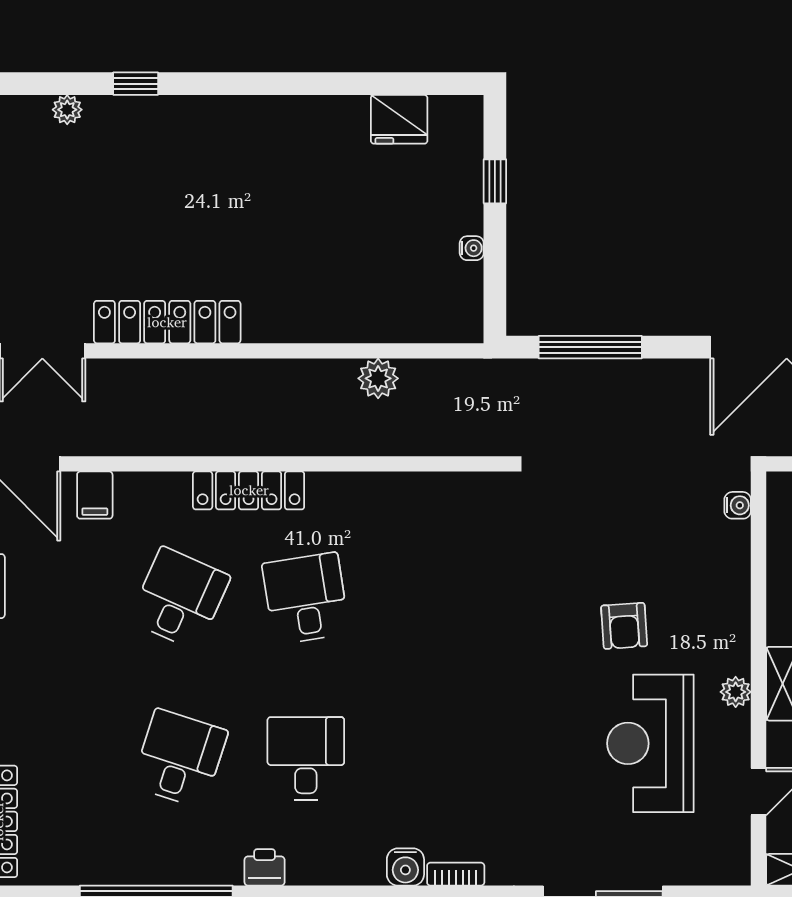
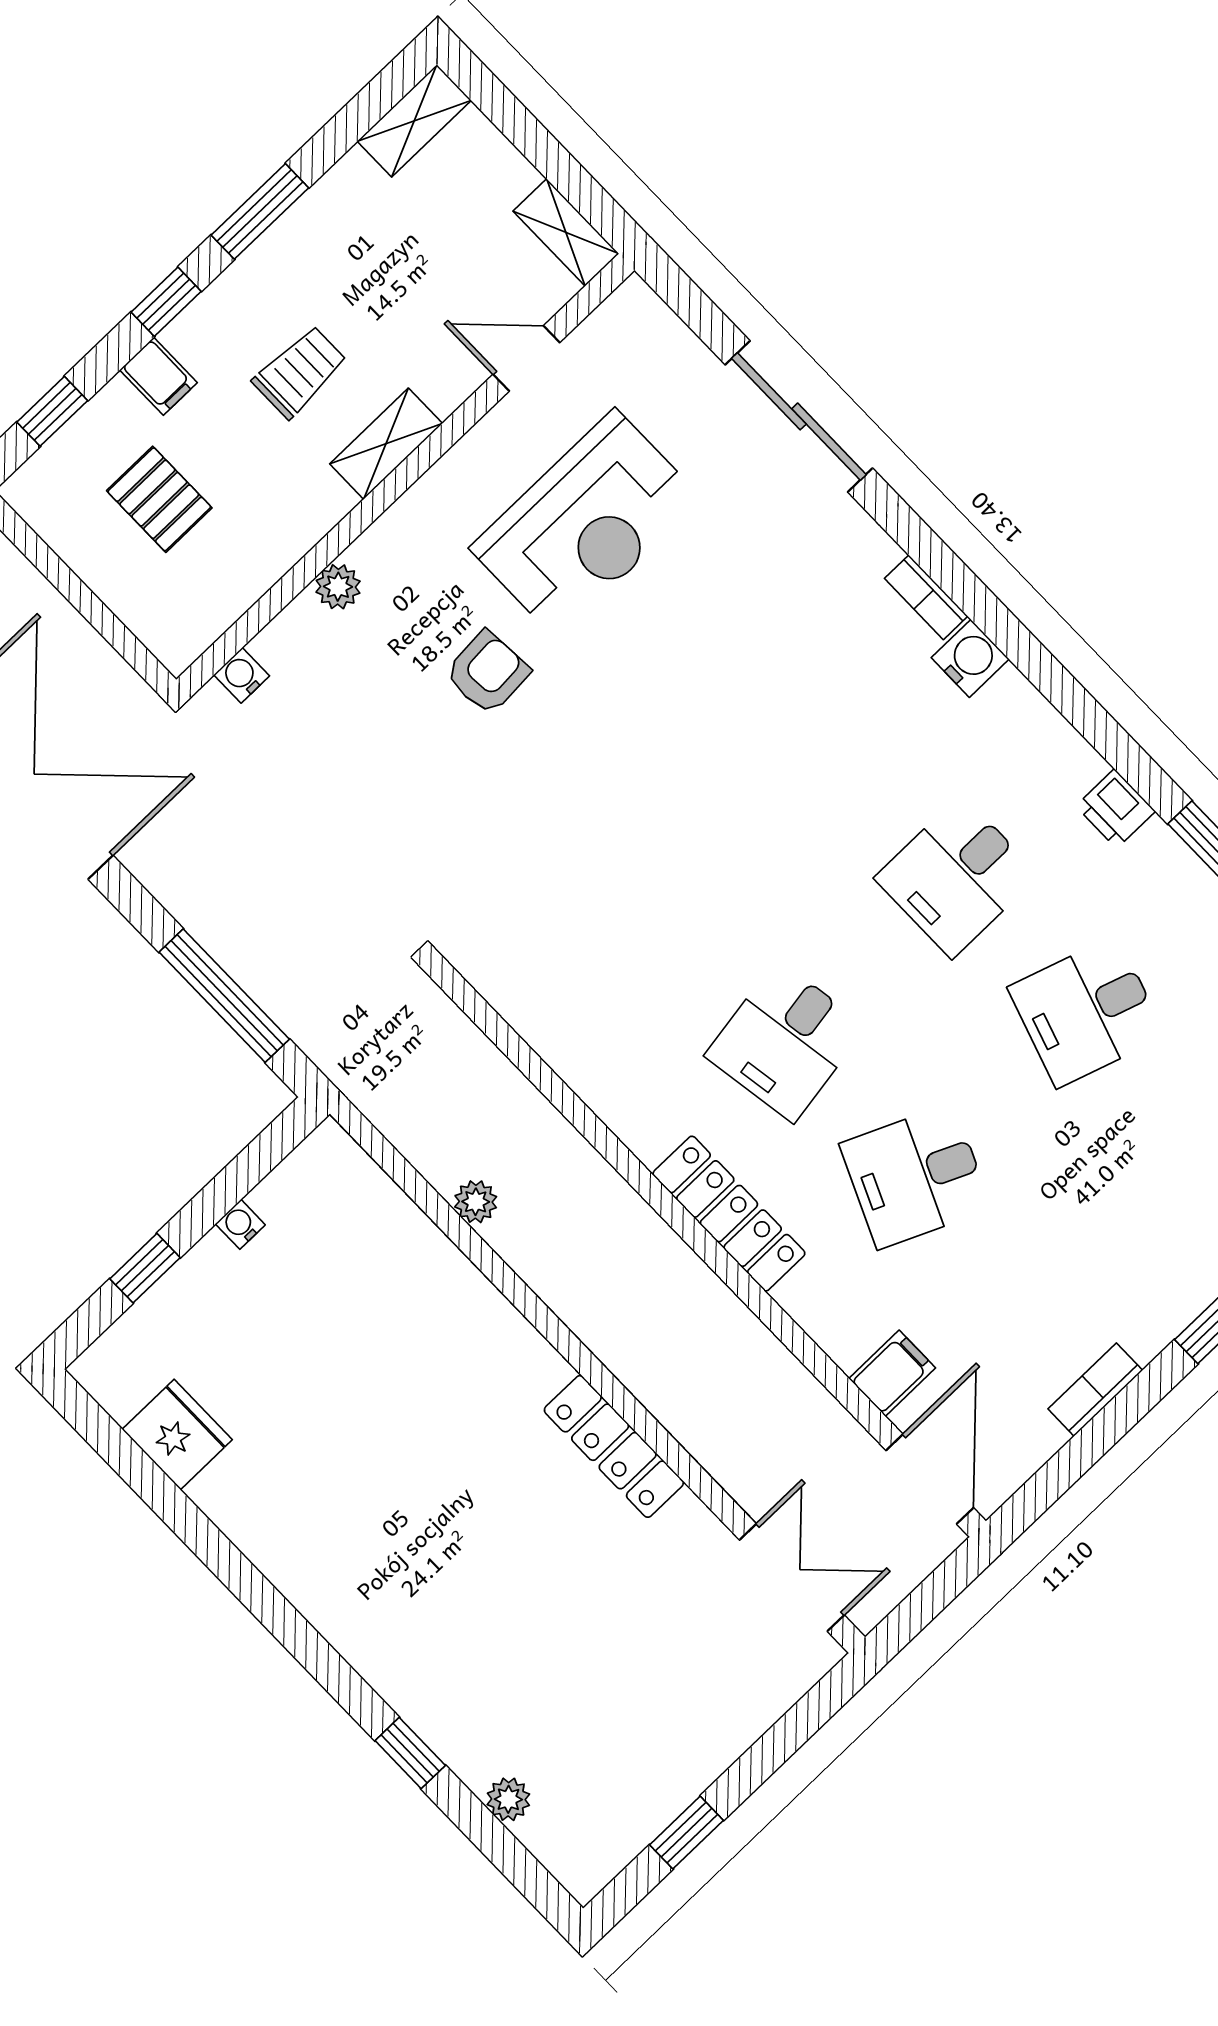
locker: (167, 322) -> (614, 1446), width x0.71, depth x0.83
plant: (378, 378) -> (476, 1202), width x0.73, depth x0.73
plant: (736, 692) -> (338, 587), moved

